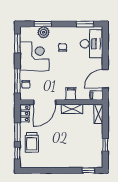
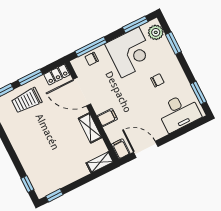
plant: (44, 32) -> (156, 32), moved
window: (105, 145) -> (54, 195), moved

